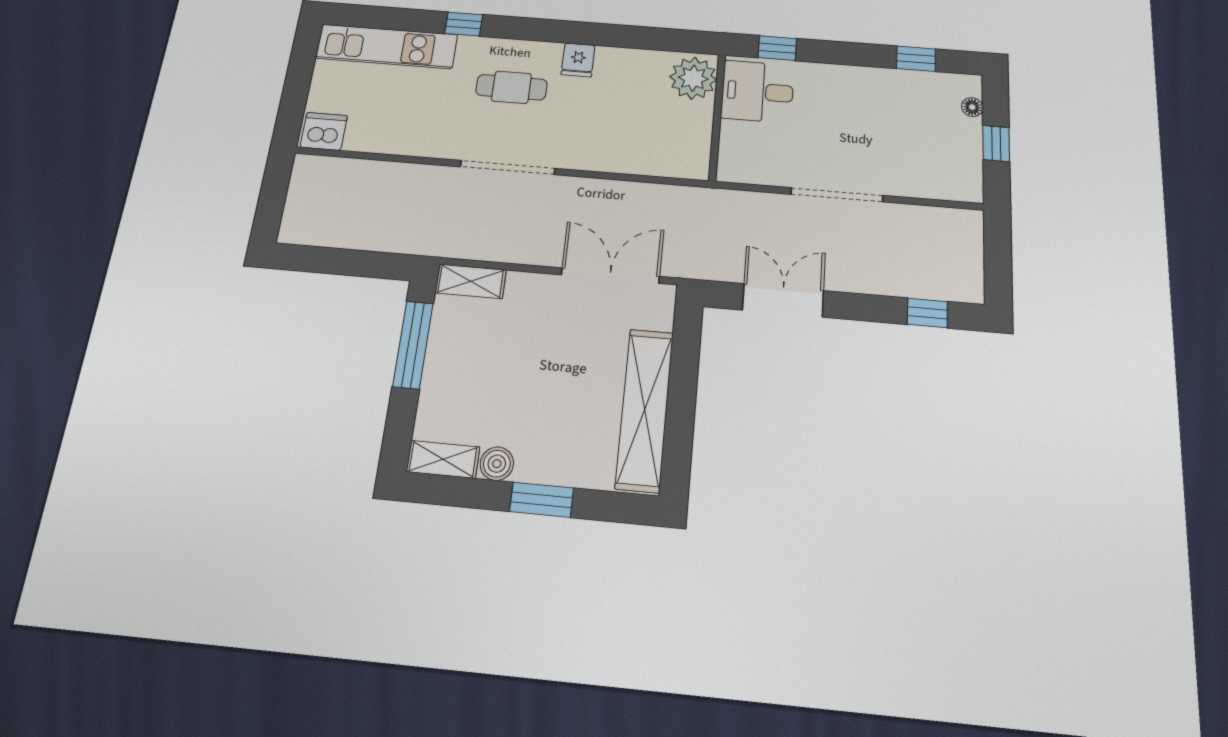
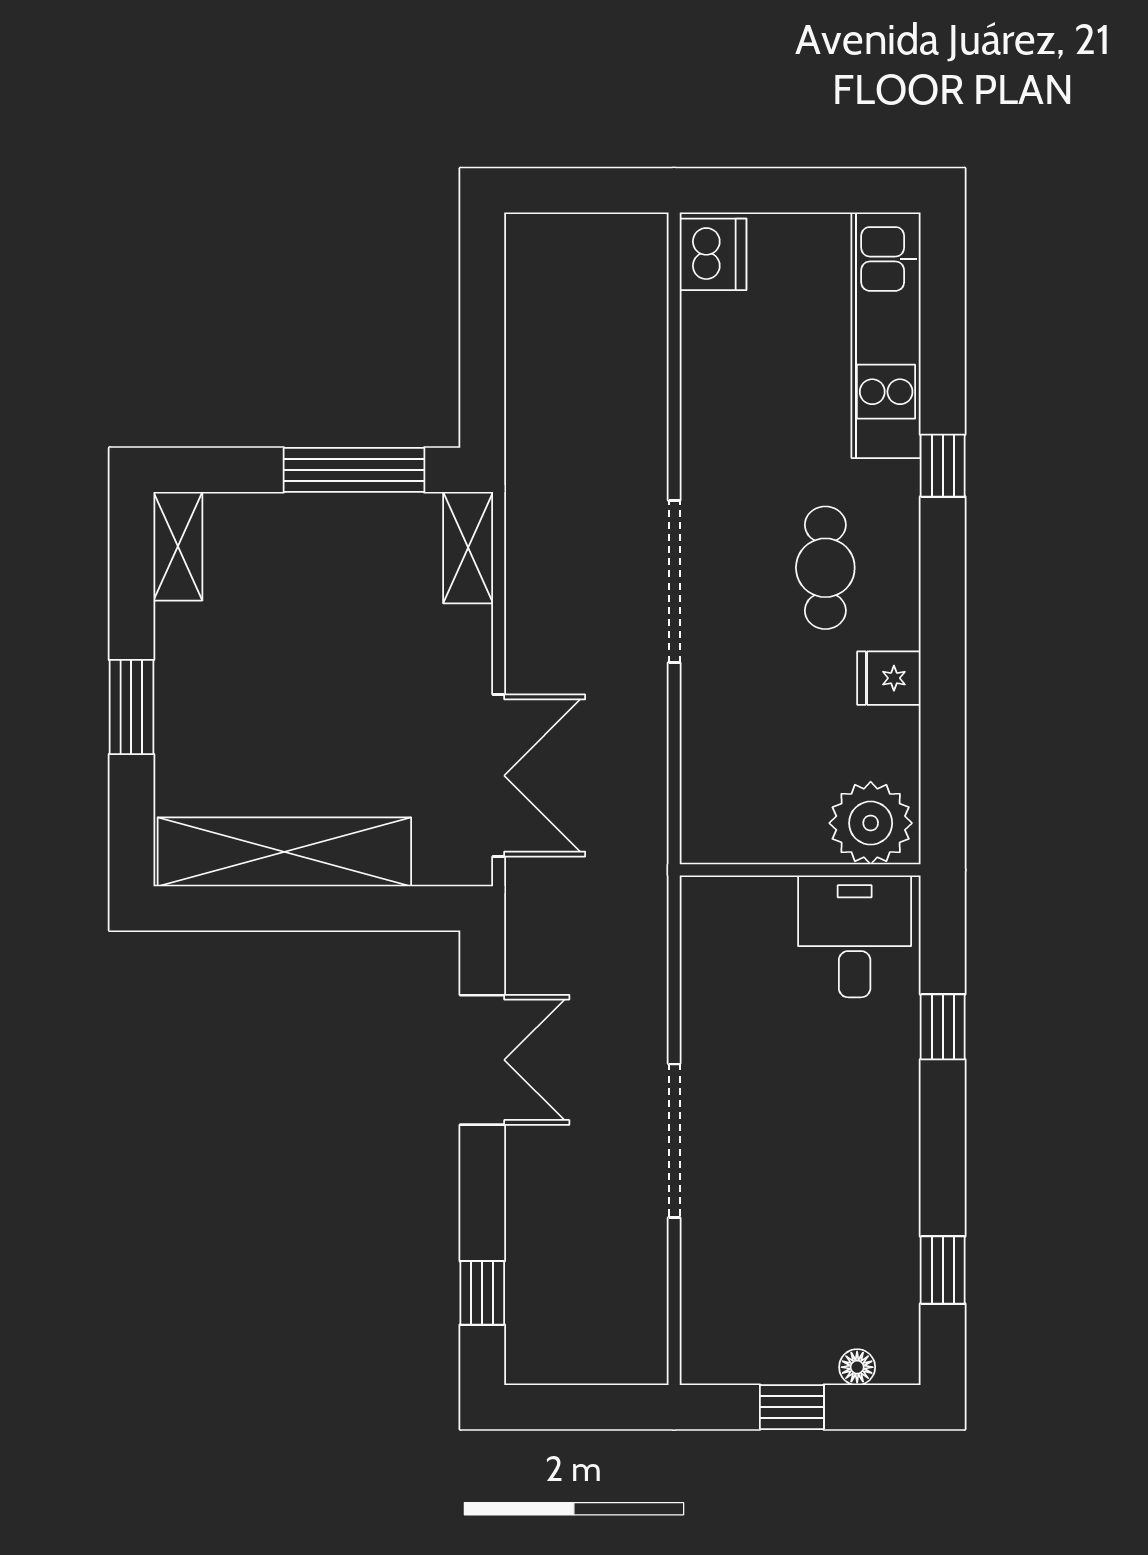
plant: (693, 78) -> (871, 823), moved
desk: (757, 92) -> (855, 936), moved
wall: (717, 117) -> (800, 870), moved
boiler: (497, 464) -> (179, 631), removed

